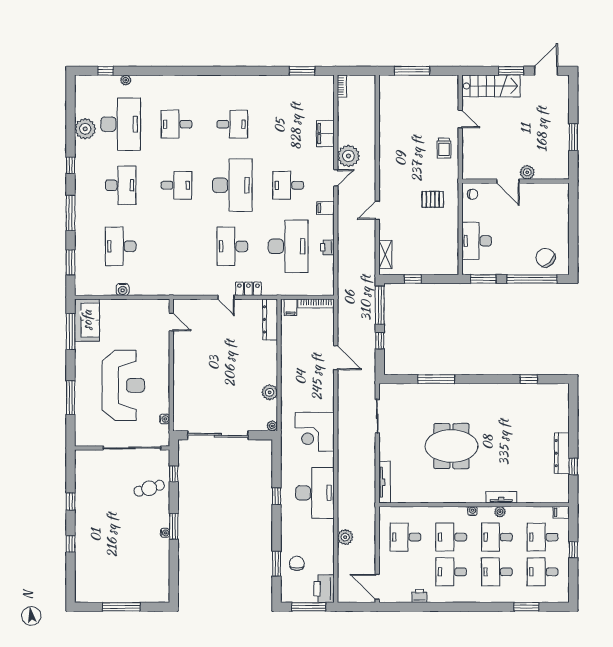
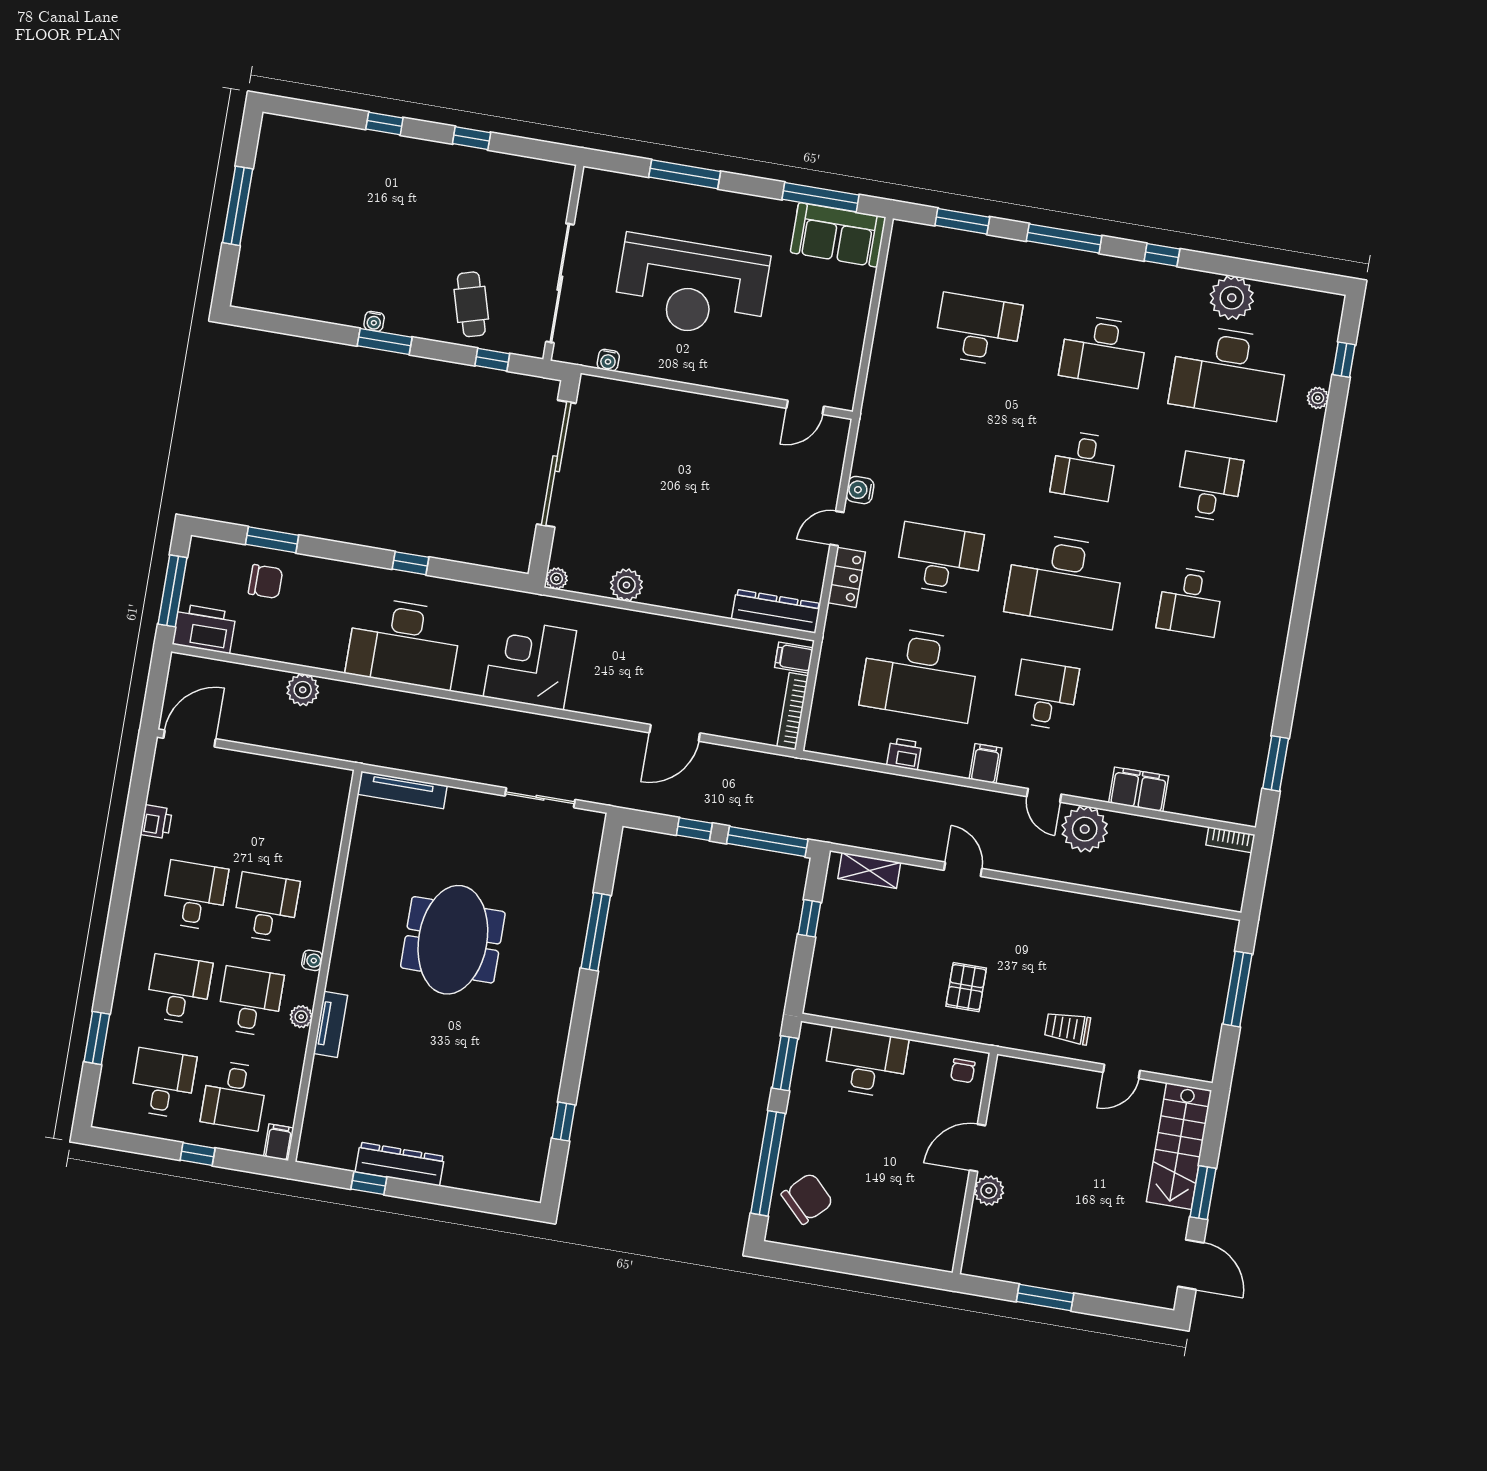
water cooler: (123, 289) -> (860, 490), moved
desk: (405, 537) -> (282, 814), removed
desk: (543, 537) -> (234, 1095), turned 180

